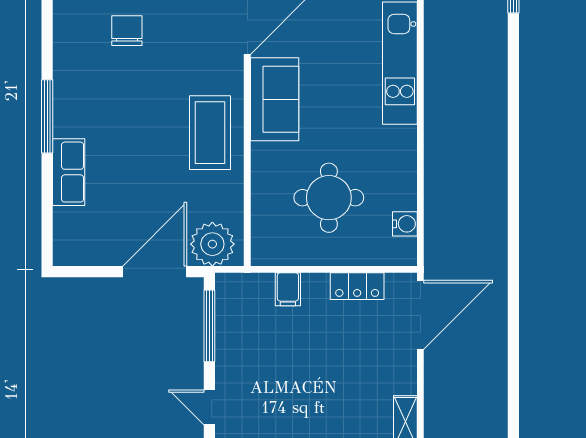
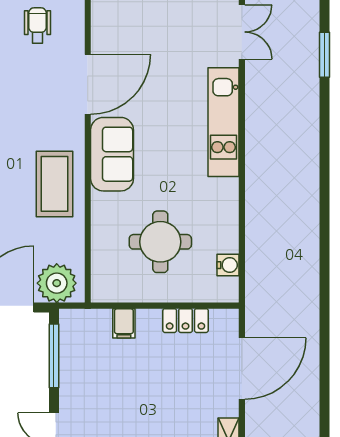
door: (420, 315) -> (242, 369), moved

